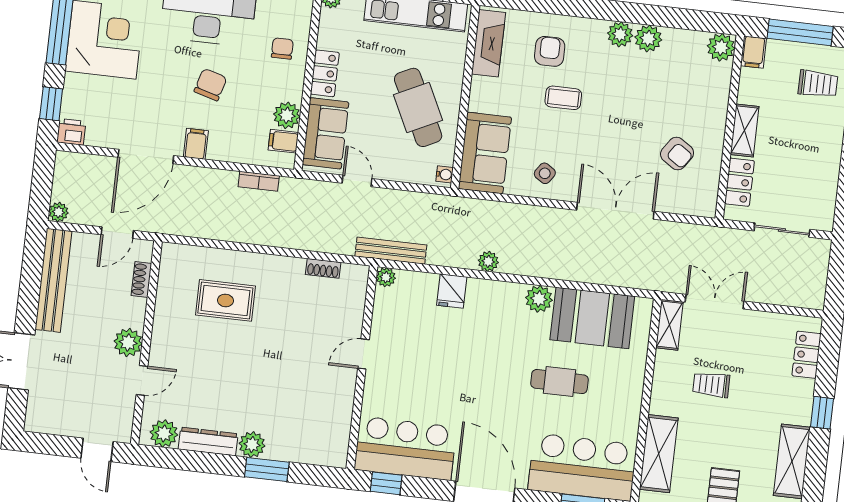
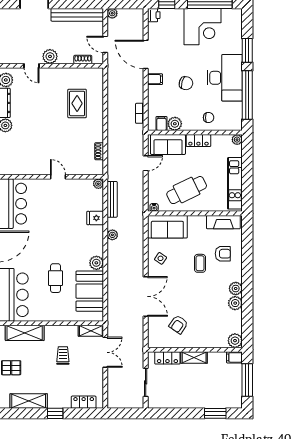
trolley: (818, 84) -> (222, 392), removed
bench: (391, 251) -> (112, 199), moved

